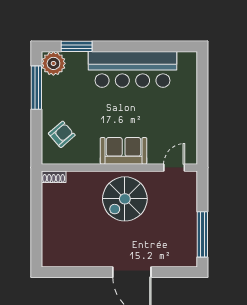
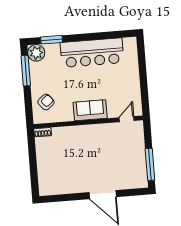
spiral stairs: (125, 199) -> (94, 144), removed

